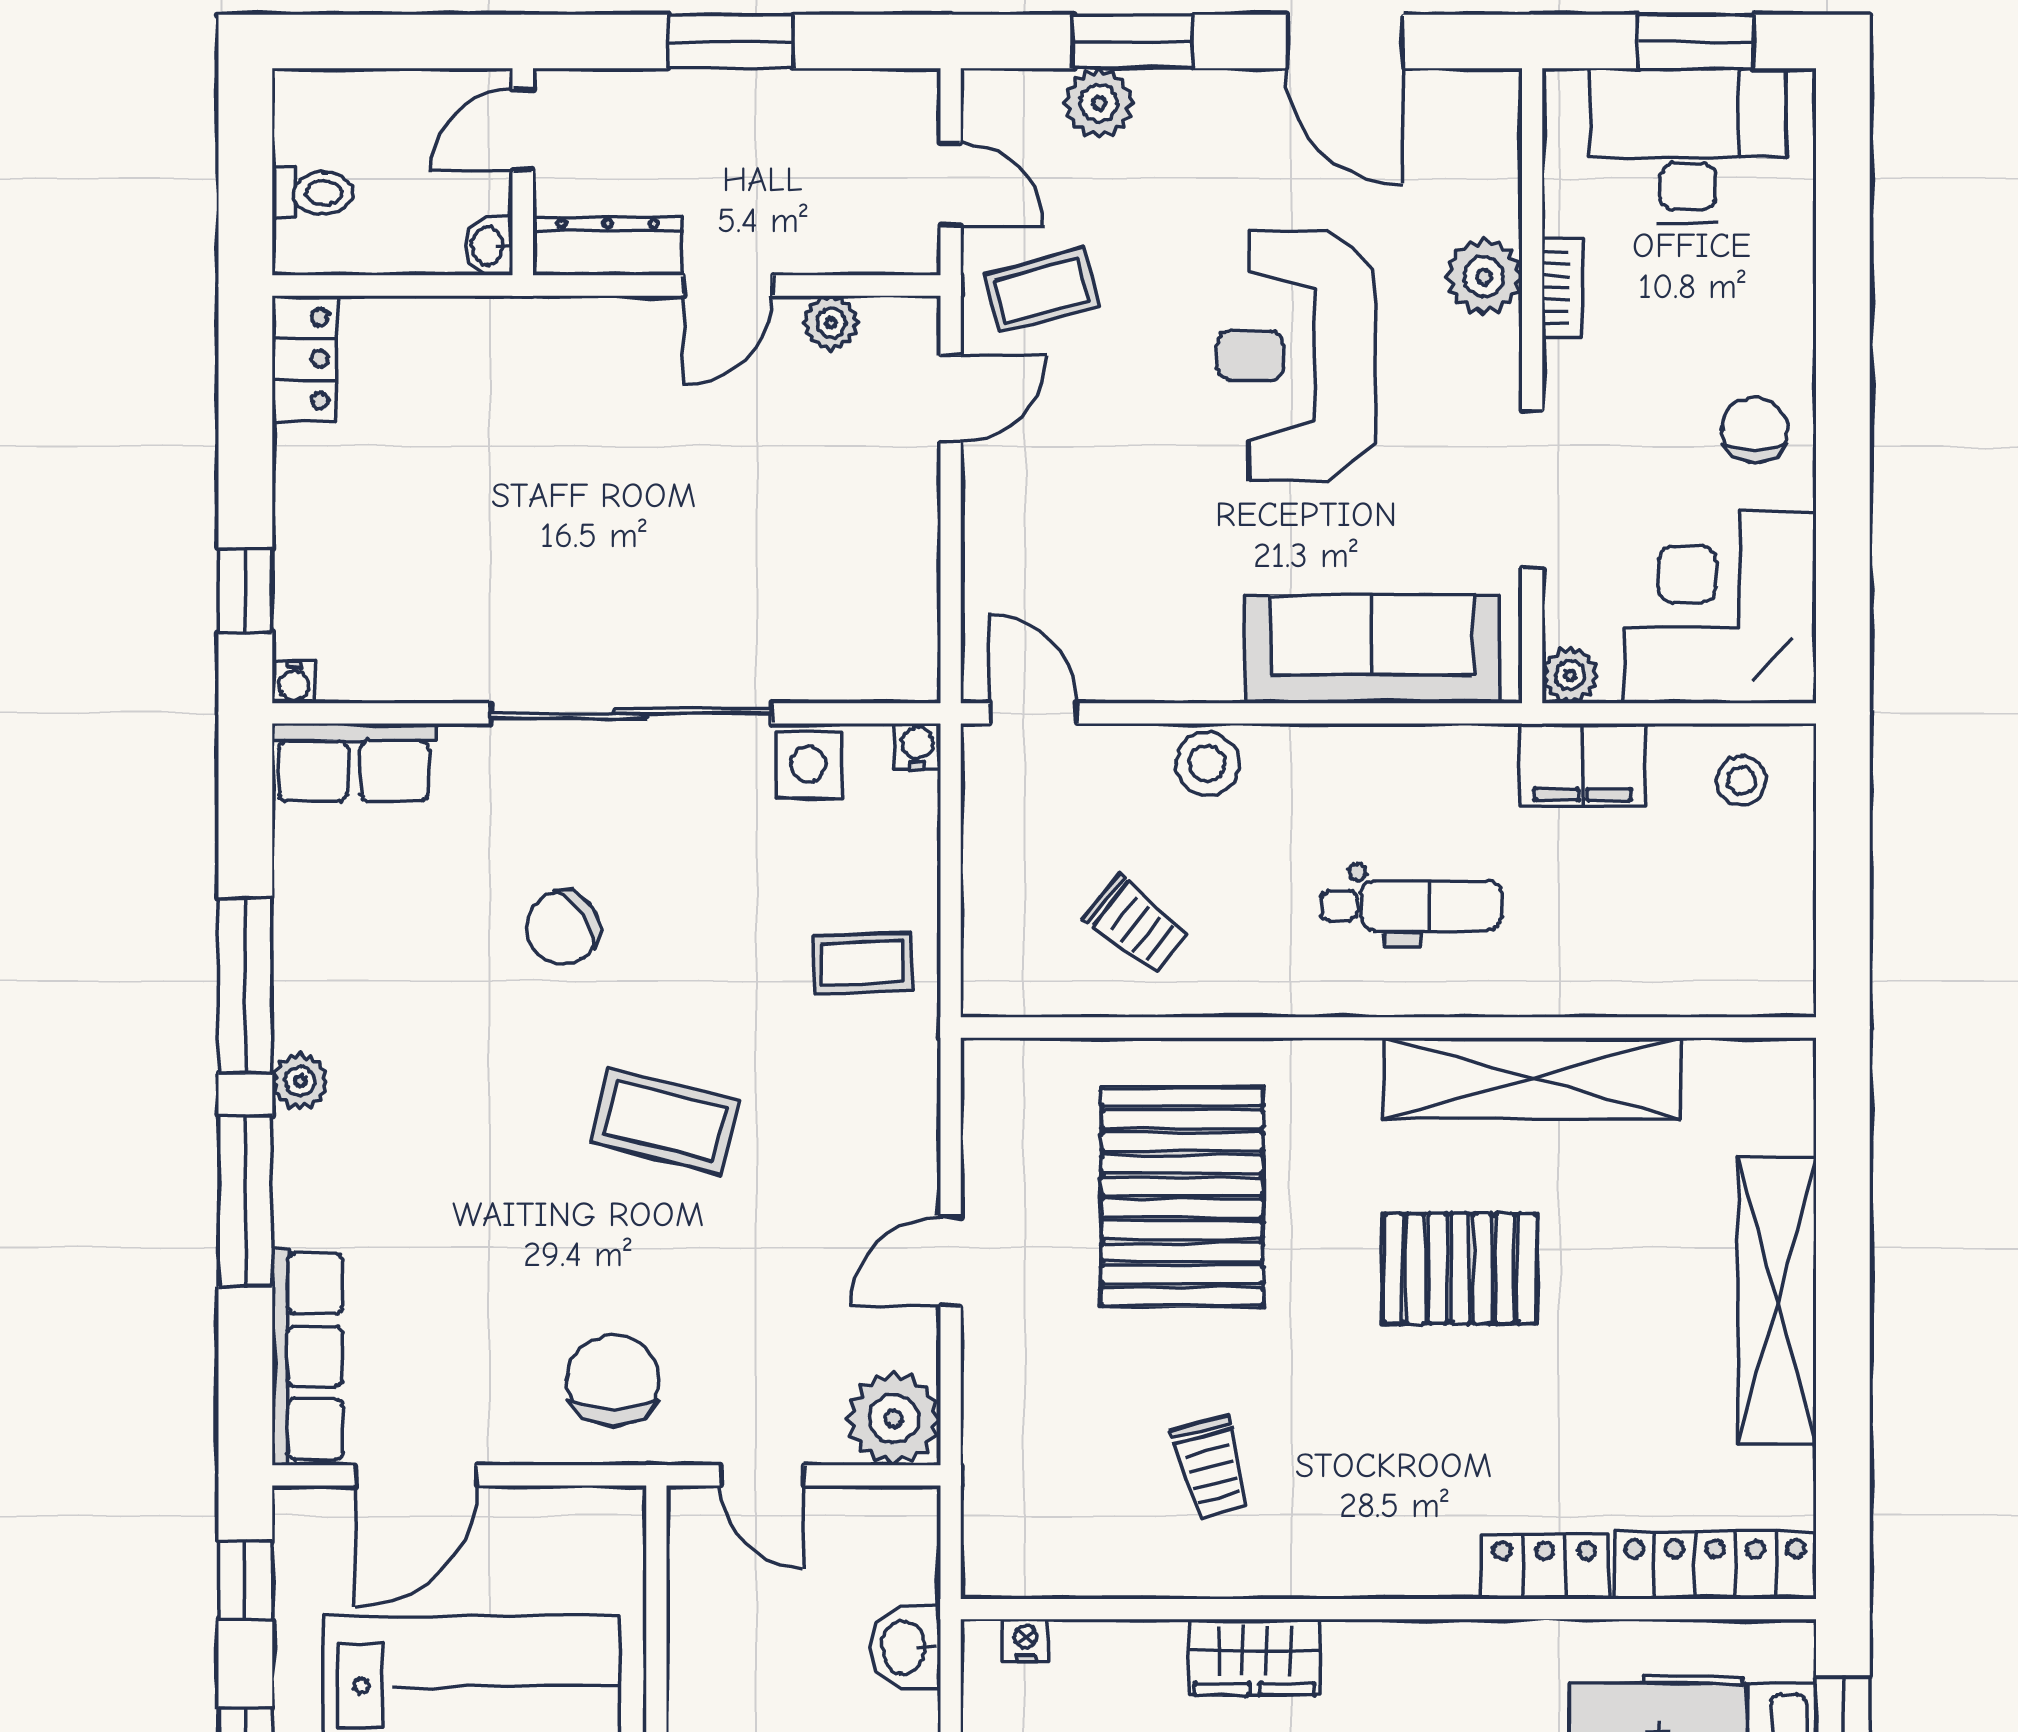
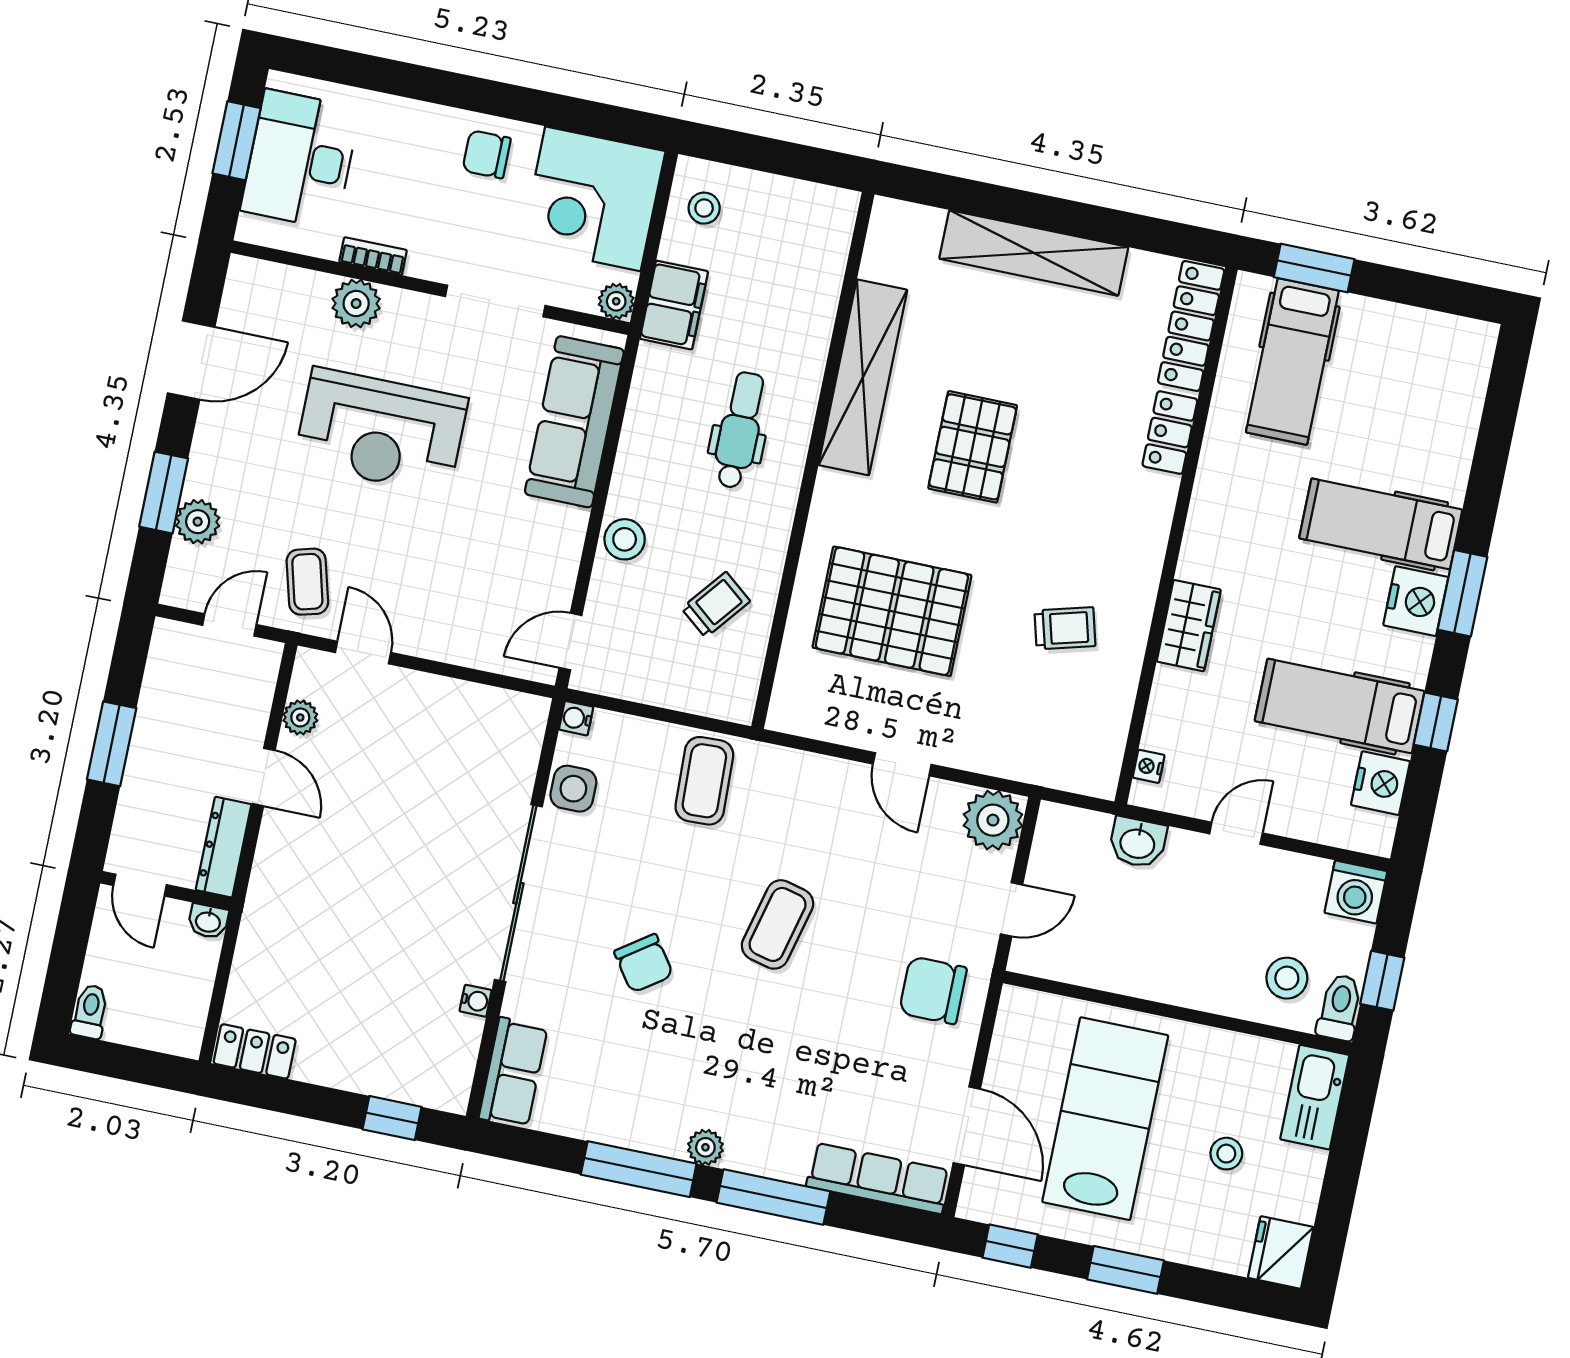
toilet: (313, 193) -> (90, 1012), moved
water cooler: (294, 682) -> (476, 1001), moved
coffee table: (862, 963) -> (704, 781), width x1.36, depth x1.30

